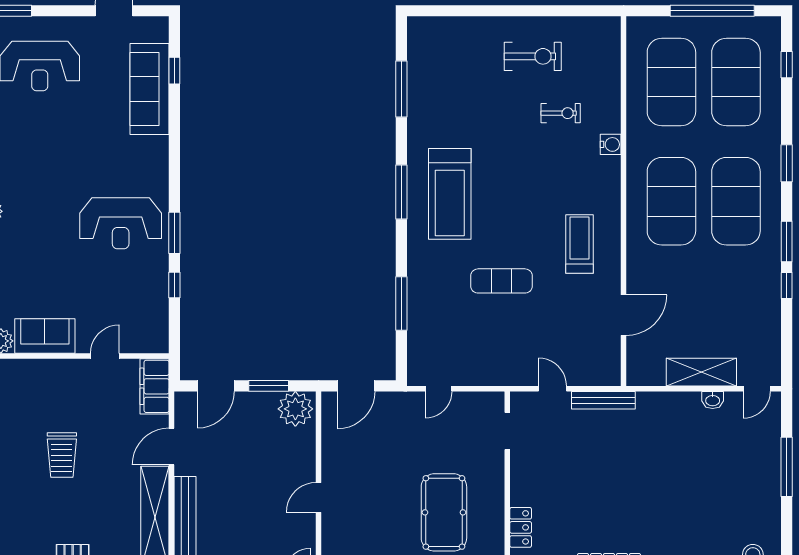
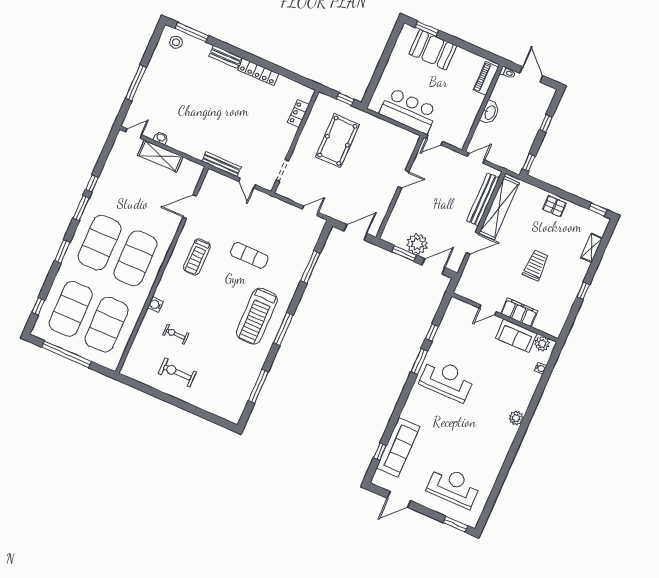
treadmill: (450, 194) -> (257, 316), turned 180
filing cabinet: (155, 386) -> (519, 312), moved, turned -90
plant: (295, 409) -> (417, 244), moved

